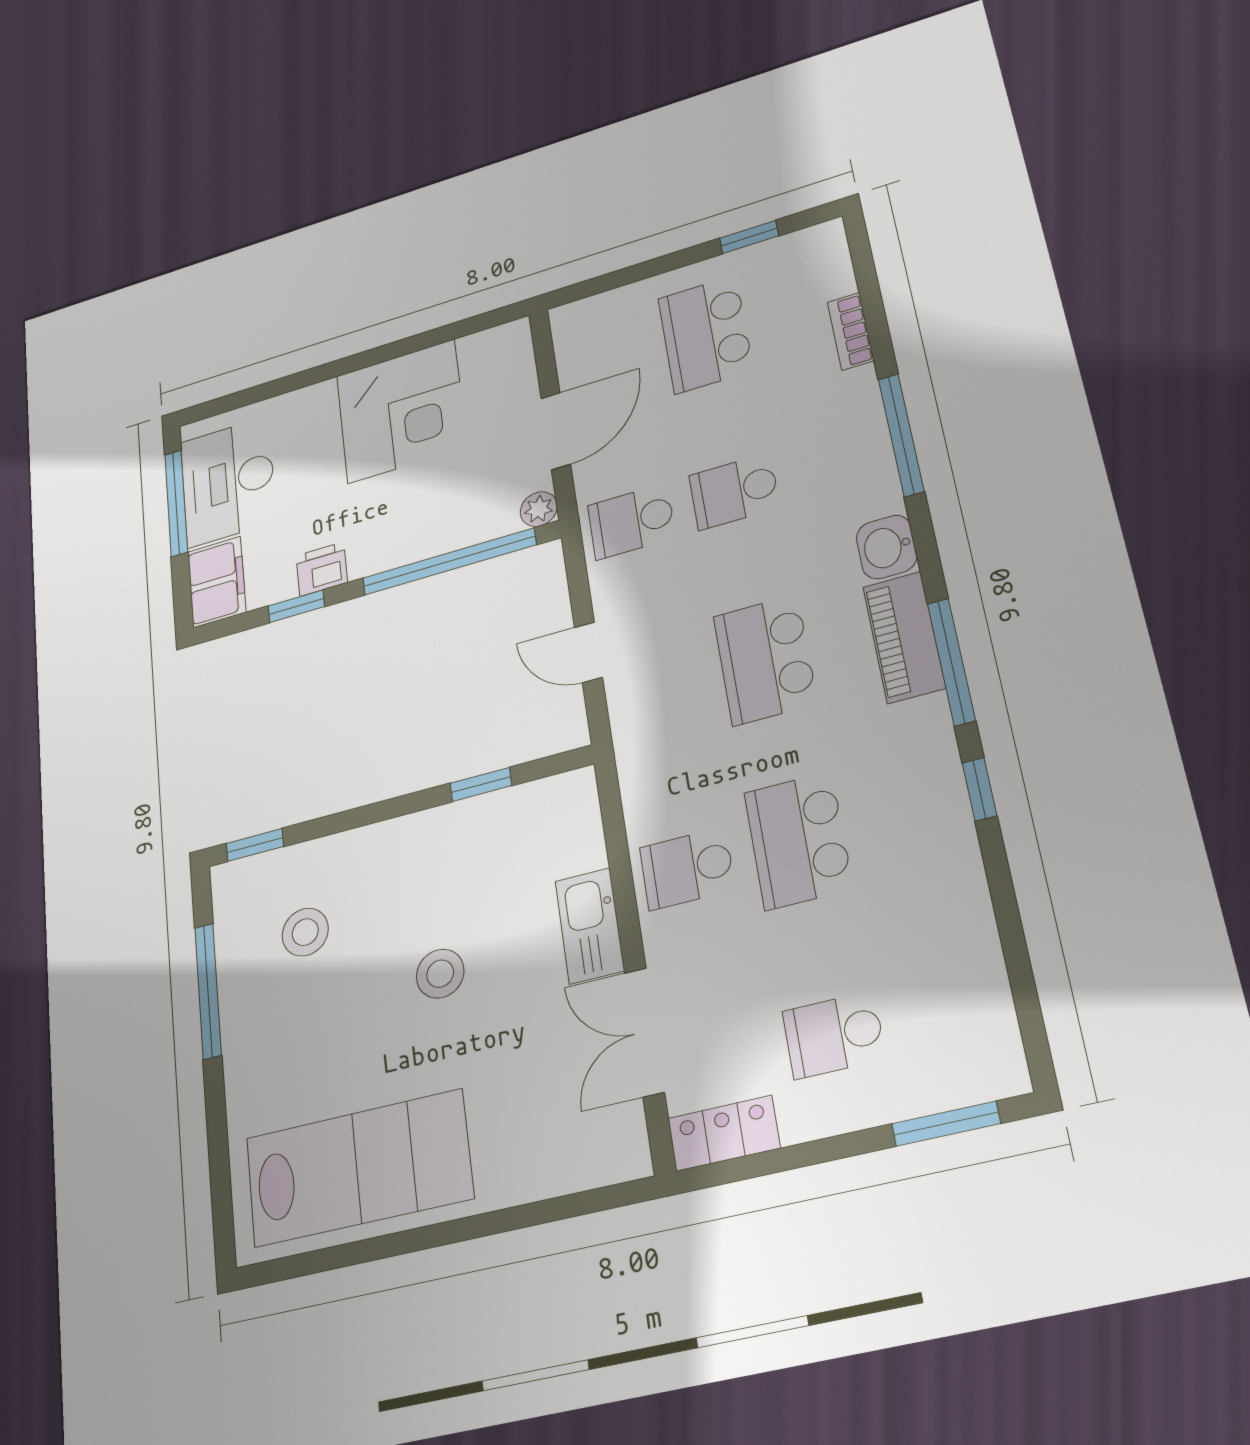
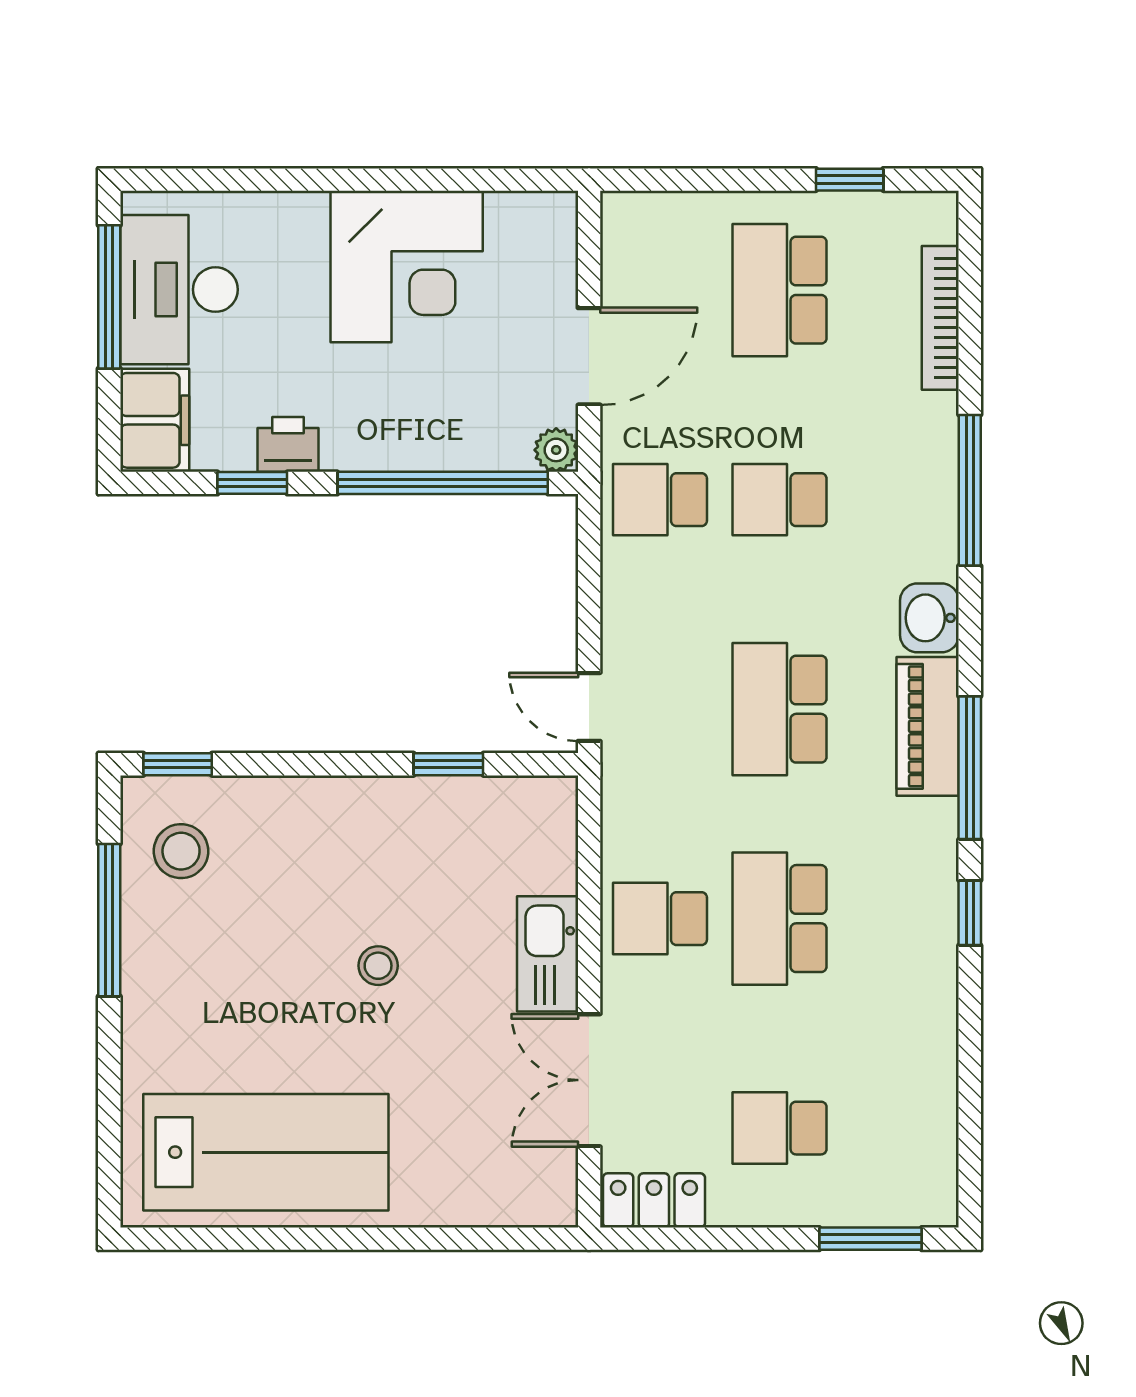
bookcase: (851, 331) -> (940, 318), width x1.56
door: (588, 652) -> (589, 707), moved
stool: (305, 932) -> (181, 851), moved
stool: (440, 974) -> (378, 966), width x0.73, depth x0.73

